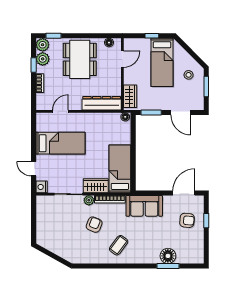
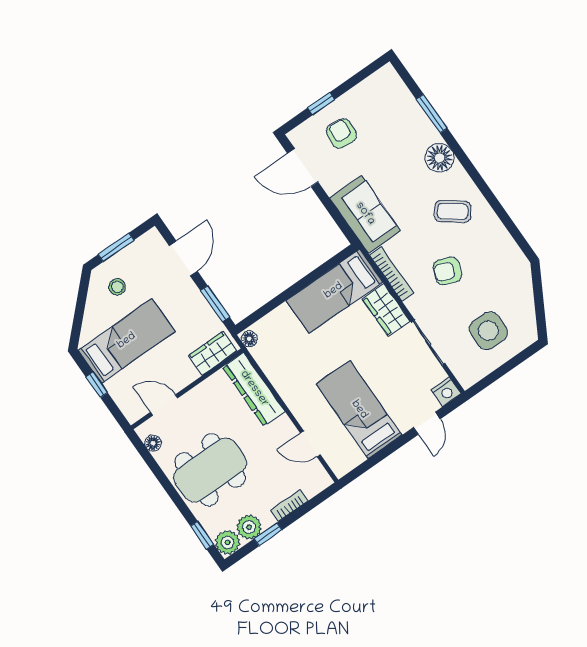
plant: (89, 200) -> (416, 305), removed
side table: (55, 224) -> (488, 331), added
floor lamp: (168, 256) -> (440, 158), moved

